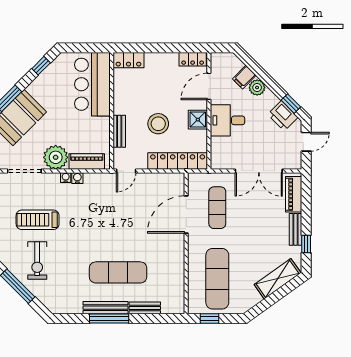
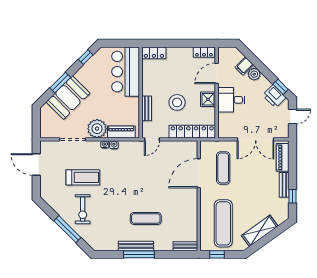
treadmill: (38, 220) -> (83, 177), turned 180
exercise mat: (118, 272) -> (146, 218), width x0.73, depth x0.69
shelving: (278, 279) -> (260, 231), moved
bench: (145, 308) -> (185, 246), moved

